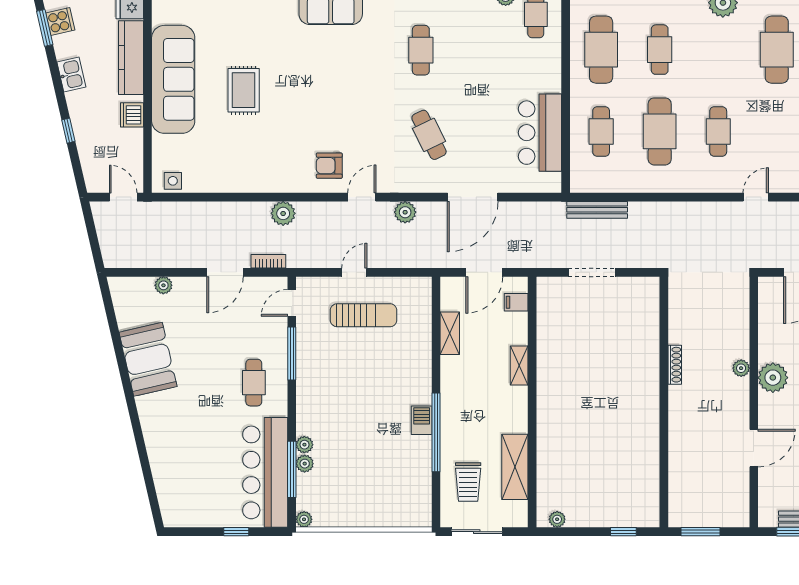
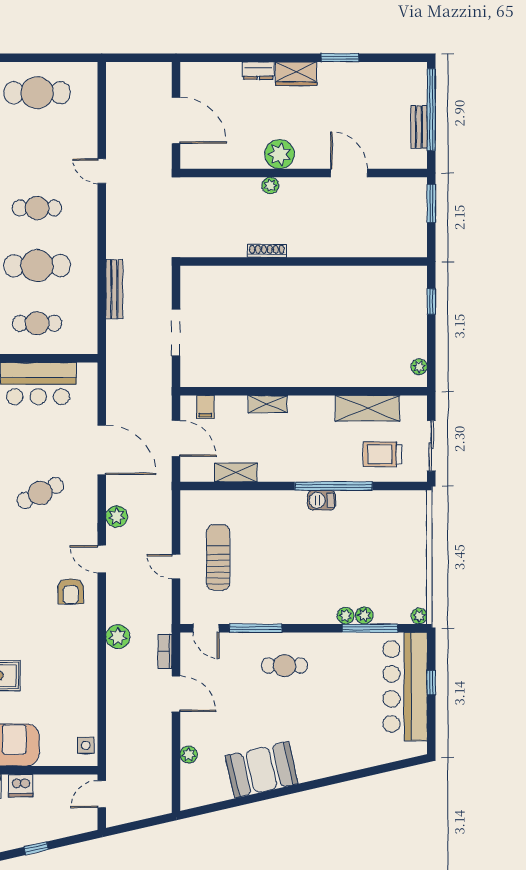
bench: (597, 210) -> (114, 289), moved
bar counter: (265, 472) -> (405, 686), moved, turned 90
trolley: (468, 482) -> (382, 454), turned 180
window: (701, 532) -> (431, 203), moved

